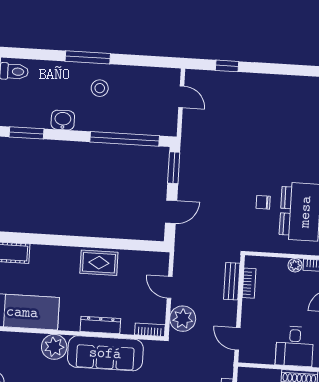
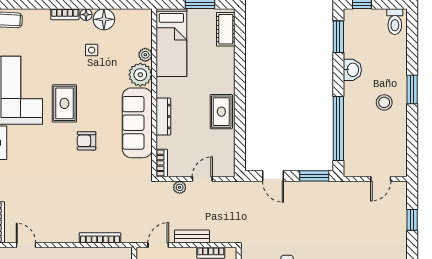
window: (88, 57) -> (412, 89), width x0.69
bench: (232, 281) -> (192, 237), moved
plant: (183, 319) -> (180, 187), width x0.53, depth x0.53
plant: (33, 340) -> (145, 55), added

